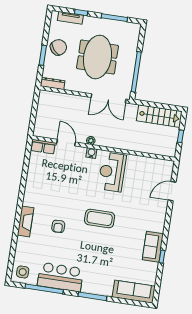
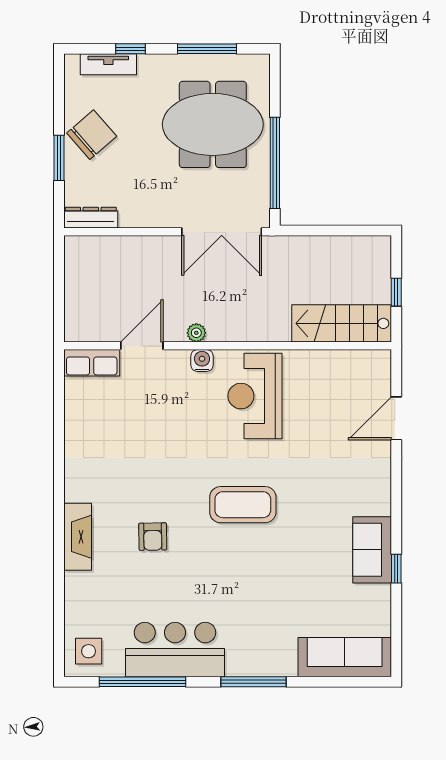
meeting table: (98, 57) -> (213, 124), moved, turned 90
stairs: (159, 116) -> (342, 323), moved, turned 180
door: (66, 143) -> (142, 346), hinge flipped

